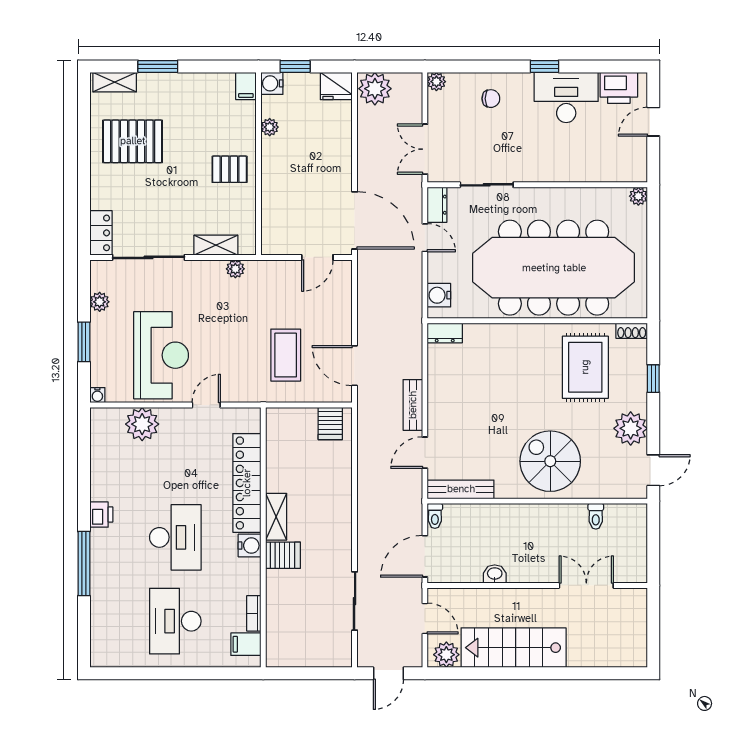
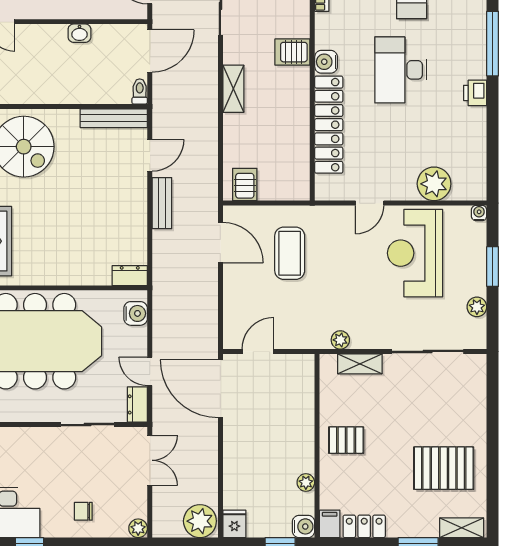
fridge: (336, 86) -> (234, 524), width x0.72
locker: (101, 233) -> (364, 526), moved, turned 90
shelving: (276, 517) -> (233, 89), moved

